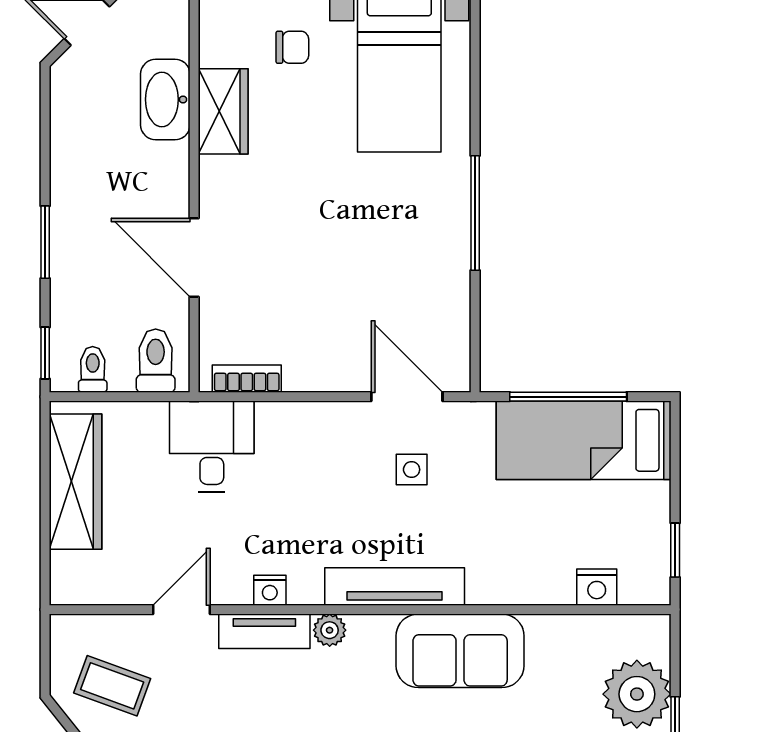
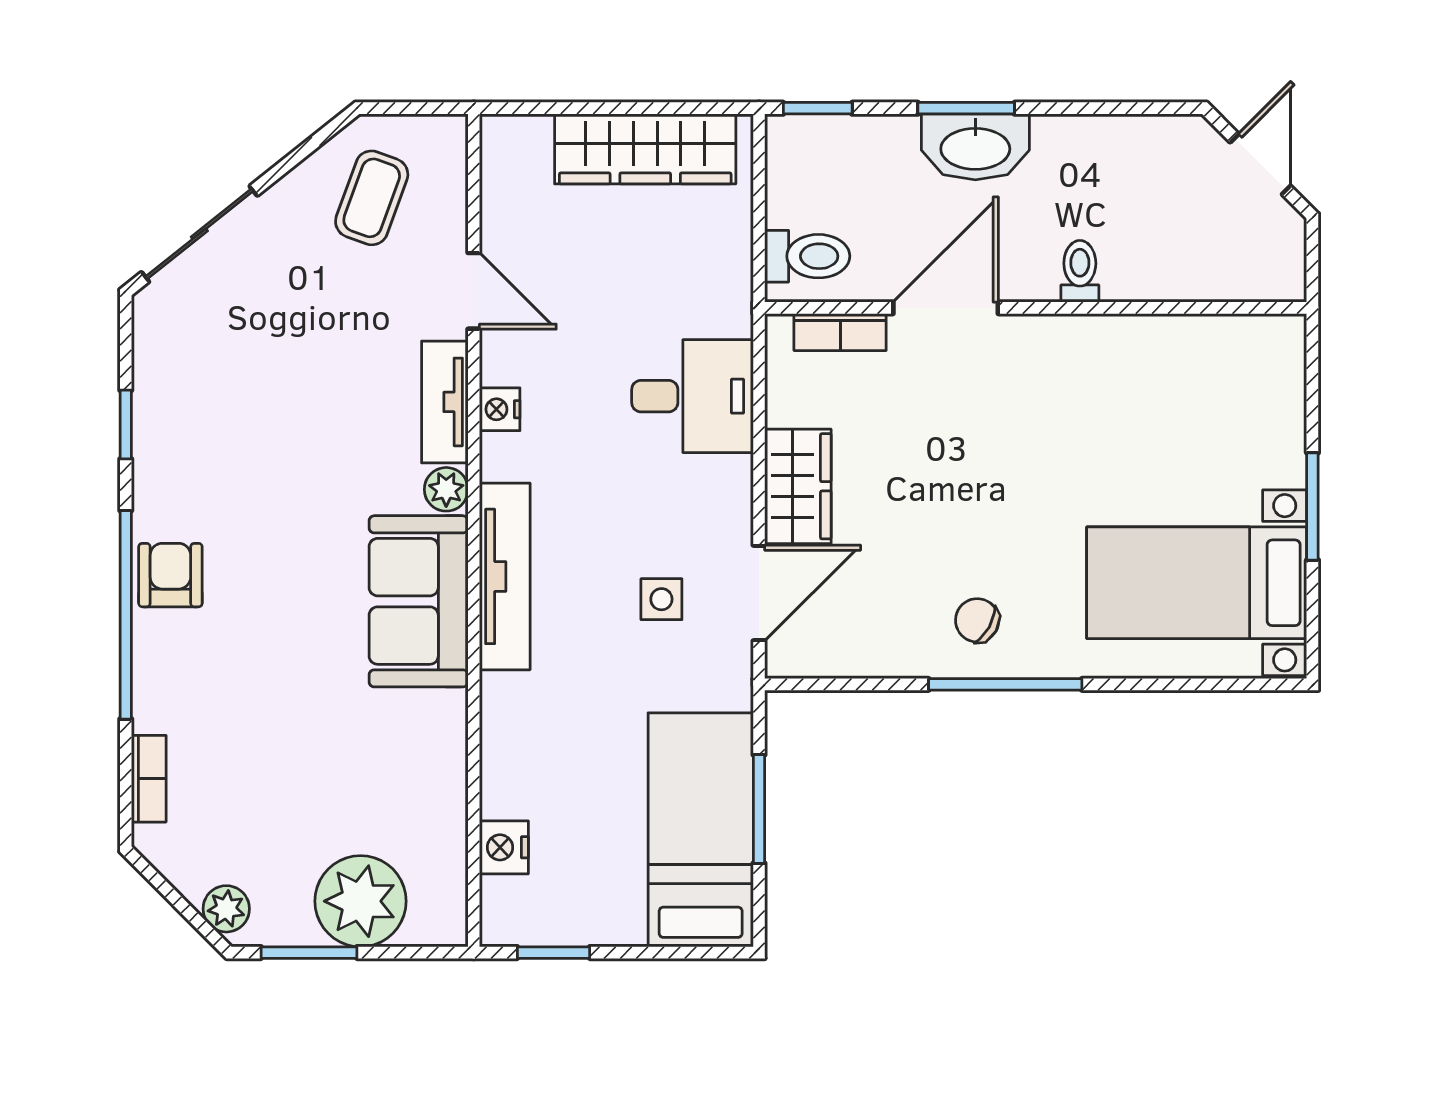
chair: (292, 47) -> (977, 620), moved, turned 119
washbasin: (165, 99) -> (975, 147), moved, turned 180
wardrobe: (223, 111) -> (798, 486), moved, turned -90
toilet: (93, 369) -> (1080, 271), moved, turned -90
bookcase: (247, 379) -> (840, 332), moved, turned 90
window: (568, 397) -> (759, 809), width x0.69
desk: (212, 446) -> (692, 396), moved
sofa: (460, 651) -> (419, 601), moved

